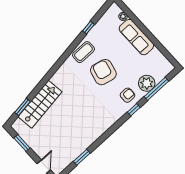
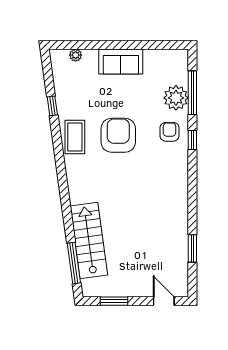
sofa: (136, 37) -> (121, 61), width x0.73
armchair: (103, 72) -> (118, 135), turned 77
window: (23, 107) -> (74, 263), width x1.44

